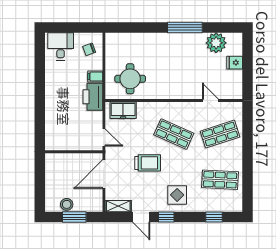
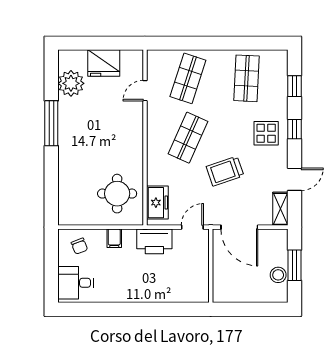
fridge: (235, 63) -> (104, 63), width x1.88, depth x1.34
printer: (93, 97) -> (154, 241), moved
shop shelf: (220, 134) -> (188, 78), turned 36
trolley: (148, 163) -> (225, 171), turned -109
window: (166, 217) -> (294, 129), moved

